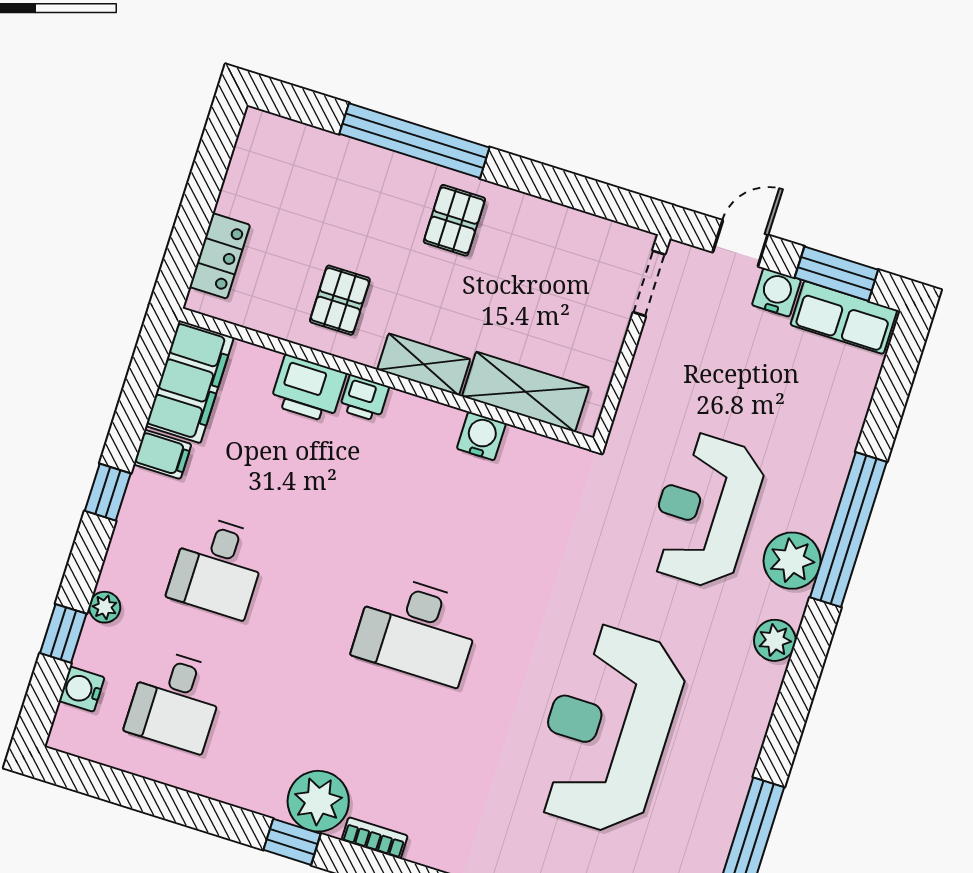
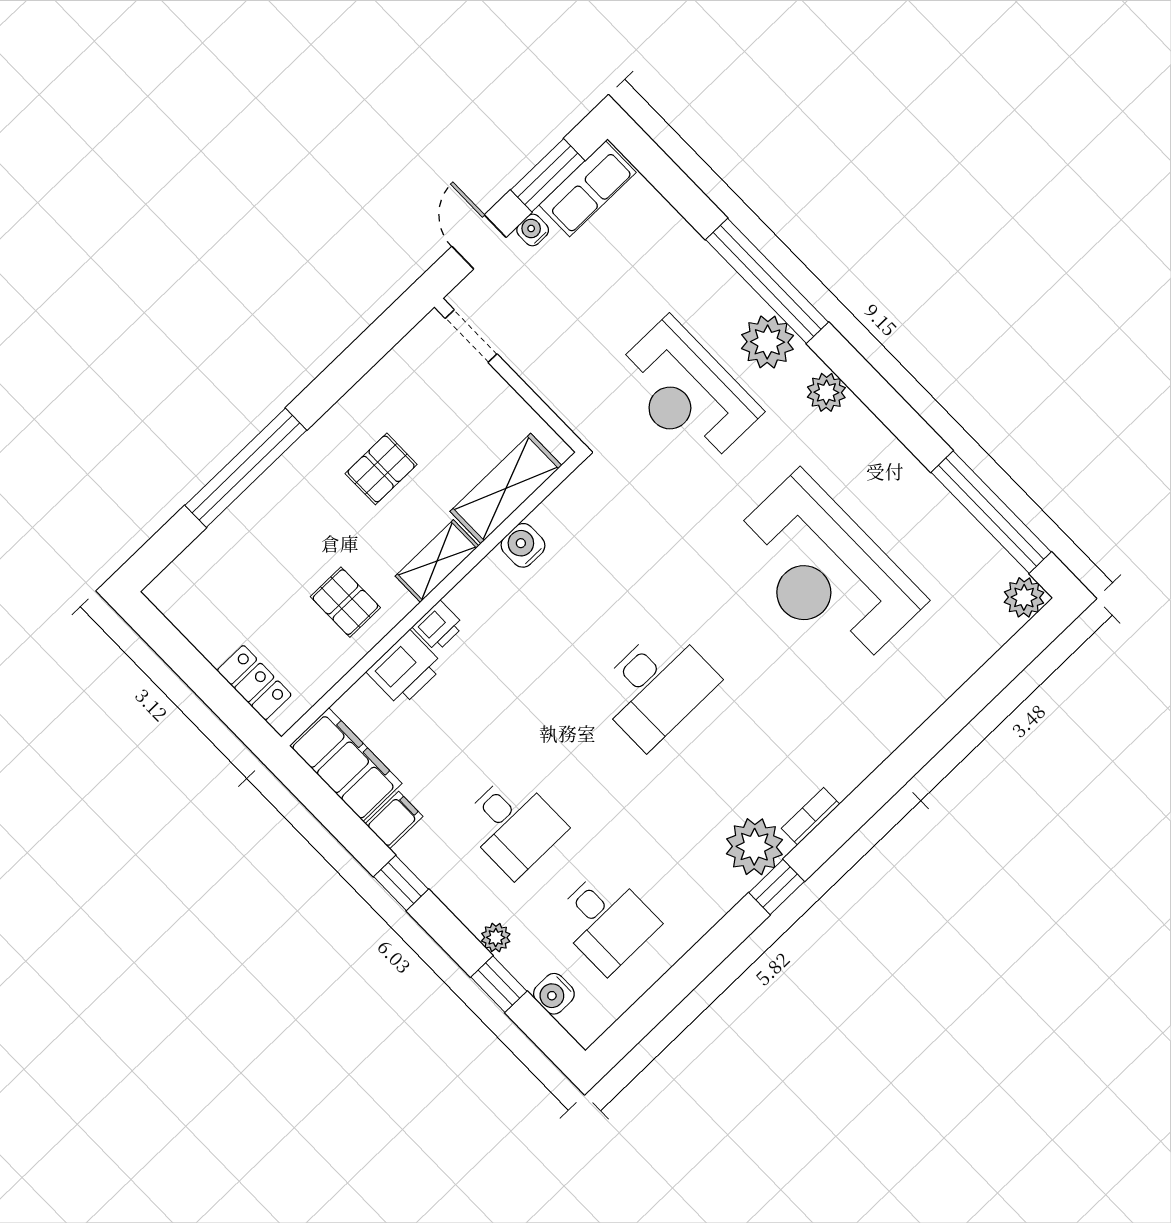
pallet: (454, 220) -> (381, 469), moved, turned 90
water cooler: (776, 292) -> (533, 230), width x0.72, depth x0.72

